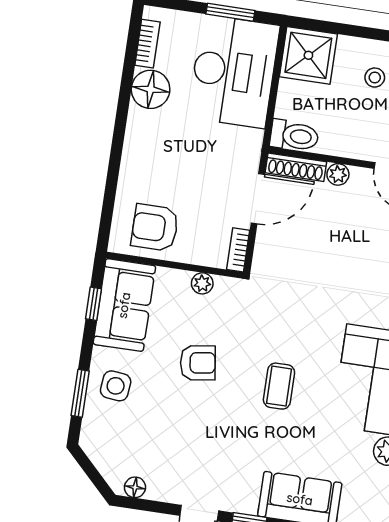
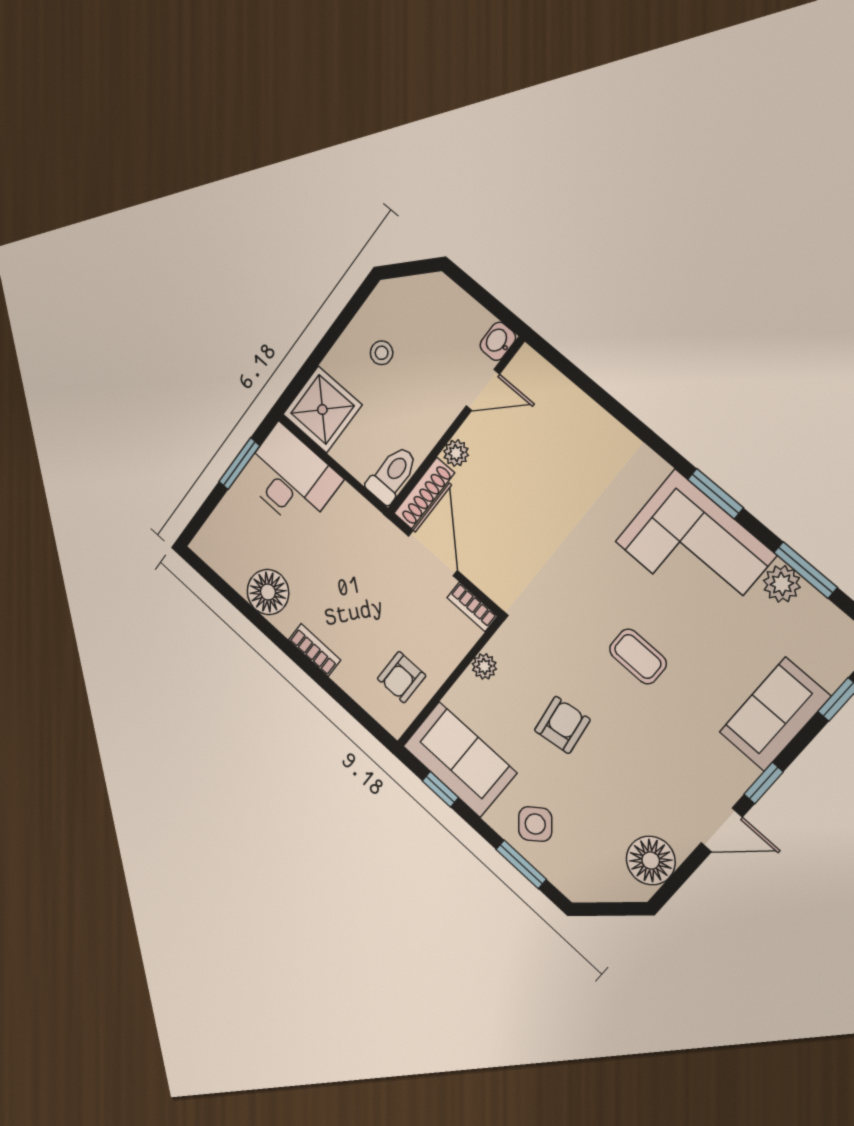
bookcase: (147, 44) -> (315, 650), moved
desk: (234, 71) -> (291, 478), width x0.73, depth x0.77
armchair: (155, 228) -> (402, 677), width x0.72, depth x0.72
side table: (116, 386) -> (535, 824), turned 45
floor lamp: (135, 487) -> (651, 861), width x1.89, depth x1.89

